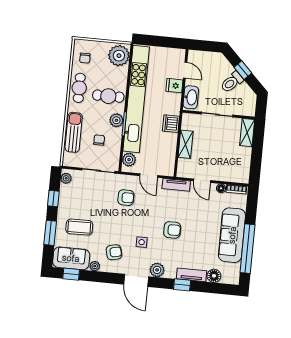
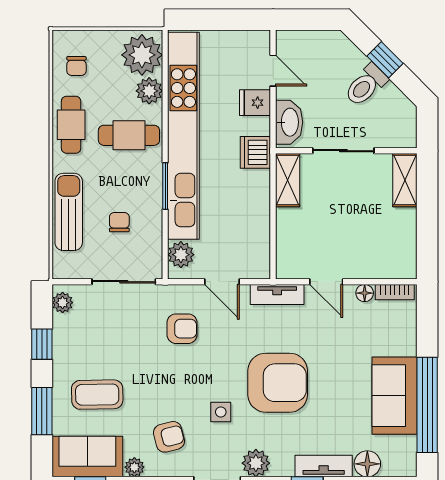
plant: (116, 120) -> (149, 91), moved
dishwasher: (171, 124) -> (255, 152), moved
shelving: (186, 144) -> (288, 180), moved
armchair: (172, 230) -> (278, 383), width x1.88, depth x1.88
sofa: (232, 235) -> (395, 396), width x0.73

